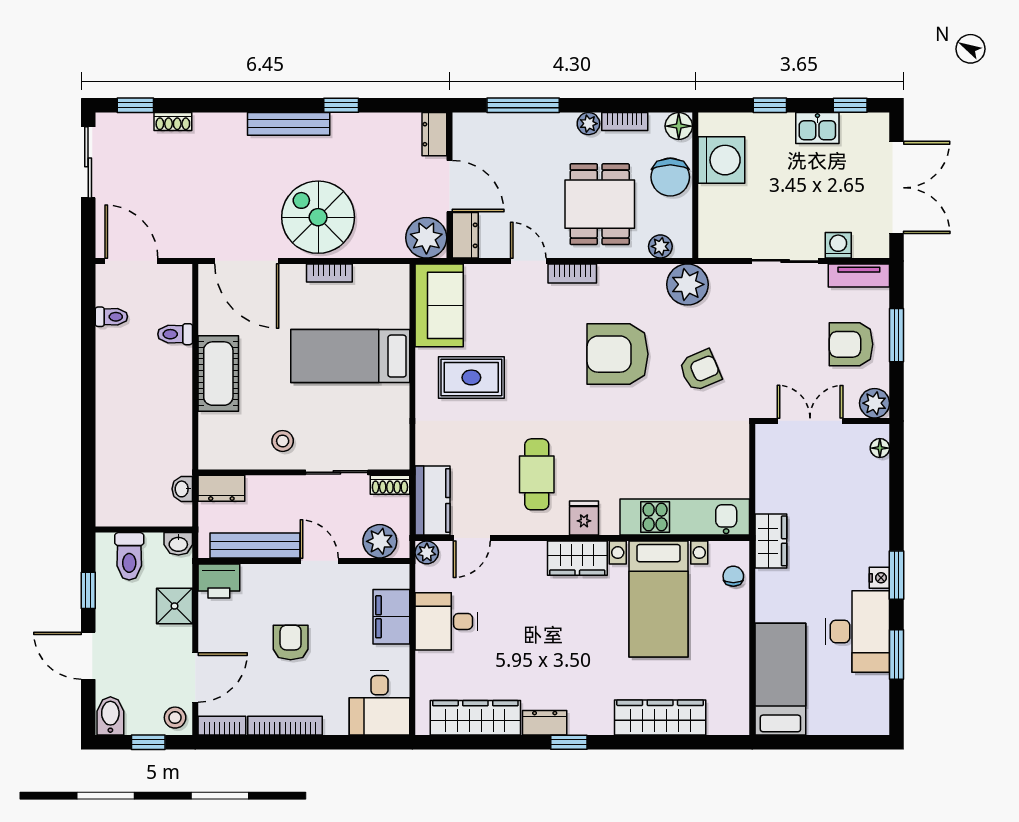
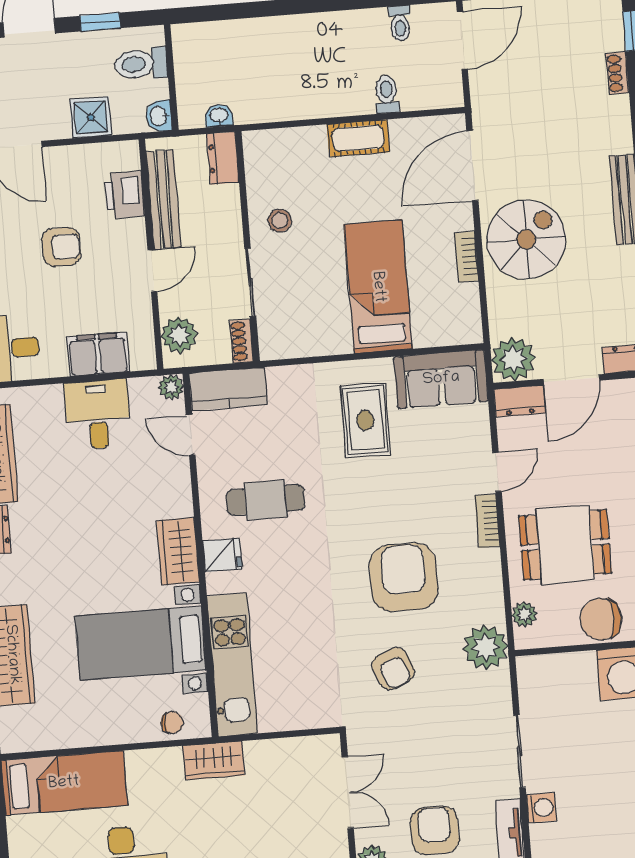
cot: (218, 374) -> (358, 138), width x0.73, depth x0.75
printer: (219, 581) -> (124, 195), moved

